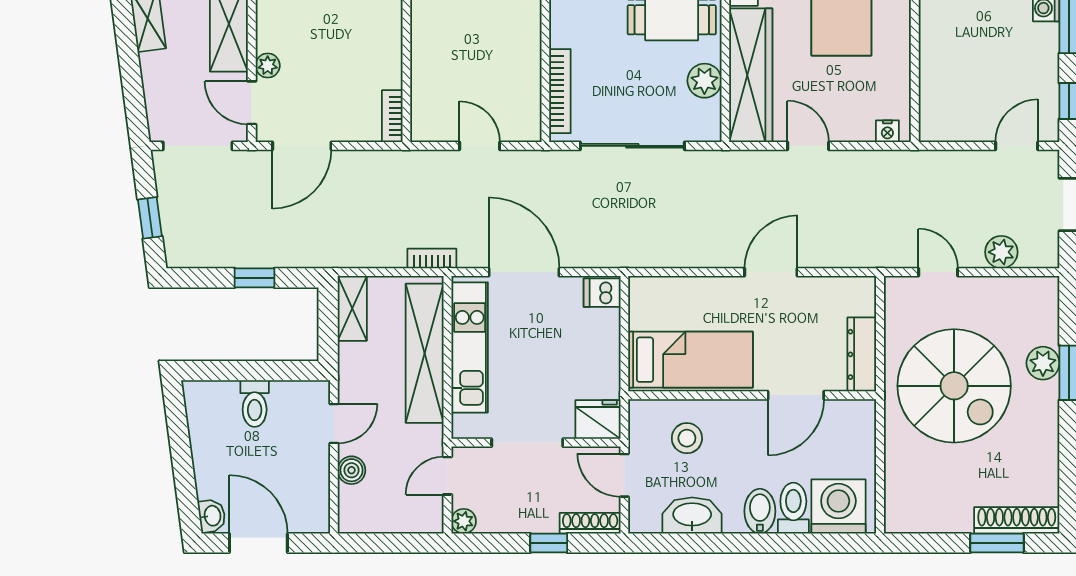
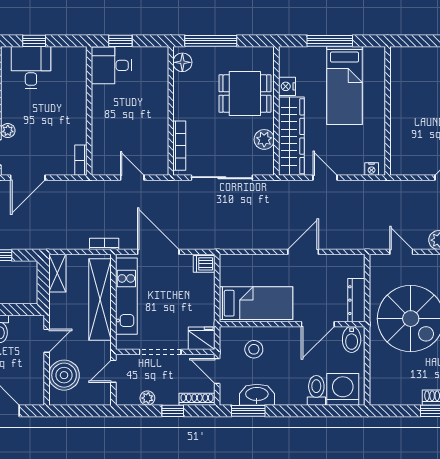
boiler: (352, 470) -> (64, 375), width x1.86, depth x1.86
bidet: (760, 511) -> (352, 339), moved, turned 180
plant: (464, 521) -> (147, 398), moved
window: (678, 543) -> (248, 411), added

